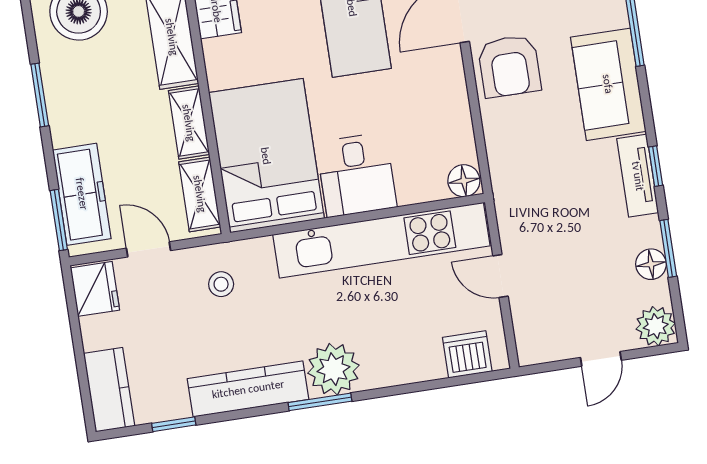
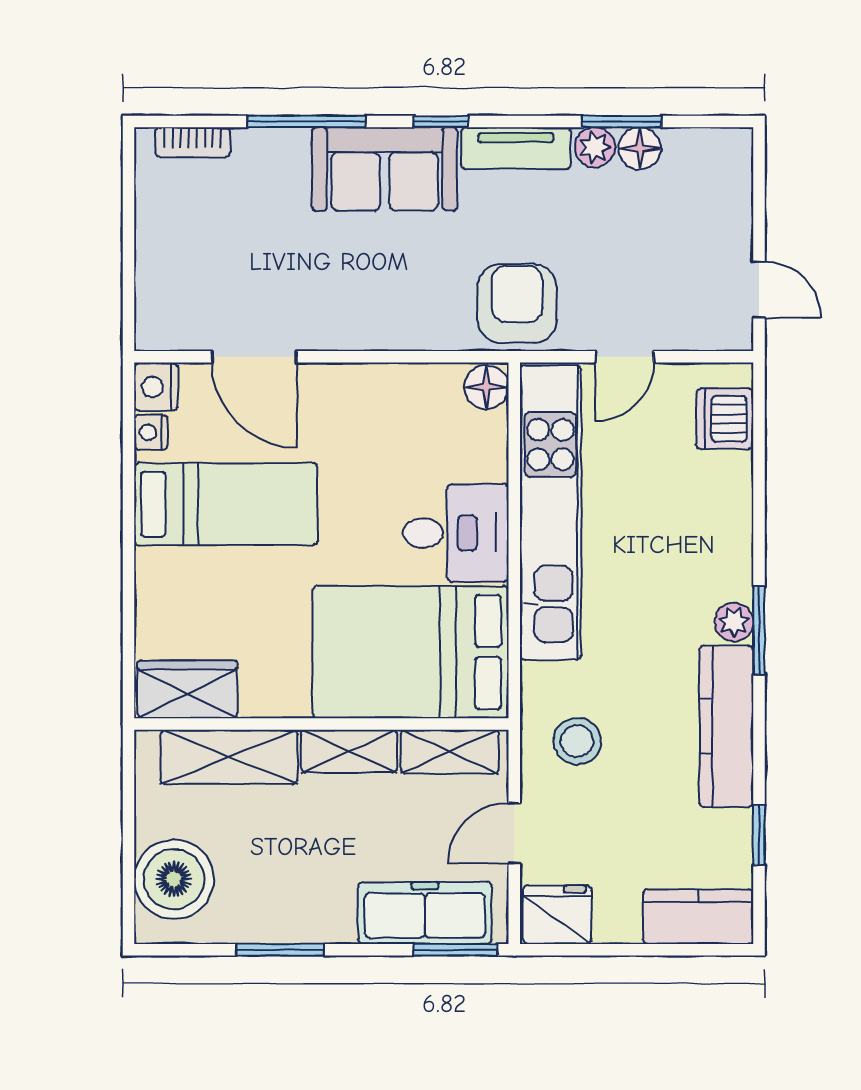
armchair: (509, 66) -> (517, 303), moved, turned -90
window: (656, 166) -> (441, 122), moved
stool: (221, 284) -> (577, 741), width x1.37, depth x1.37
plant: (656, 326) -> (595, 147), moved, width x0.73, depth x0.73
door: (601, 359) -> (759, 289), moved
plant: (333, 369) -> (734, 622), width x0.53, depth x0.53

